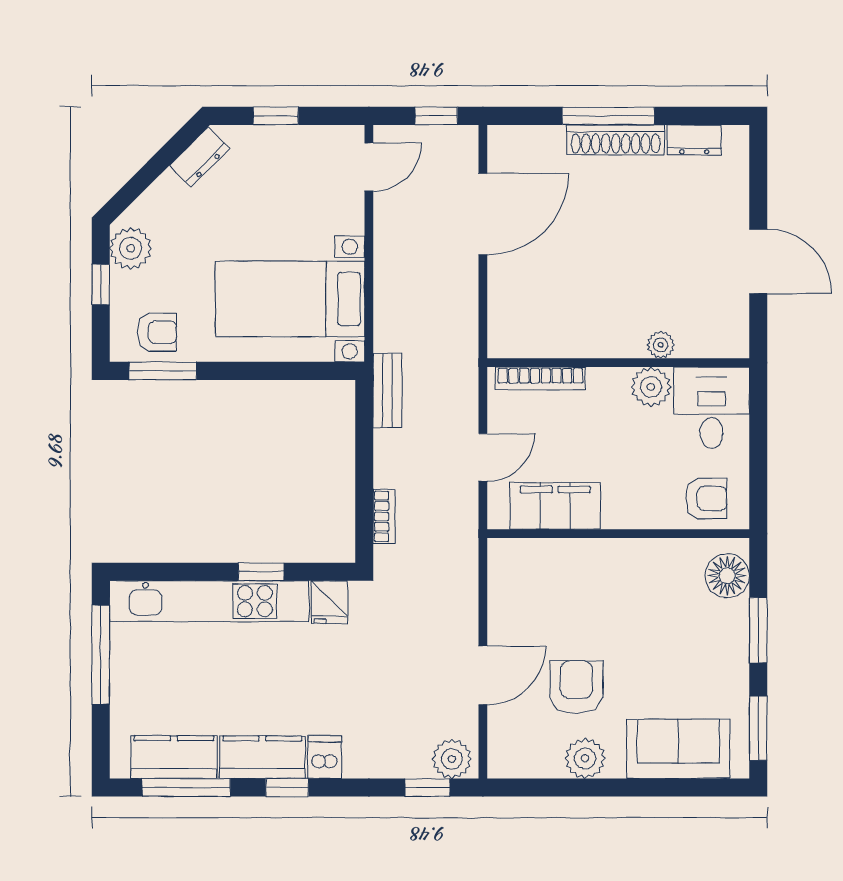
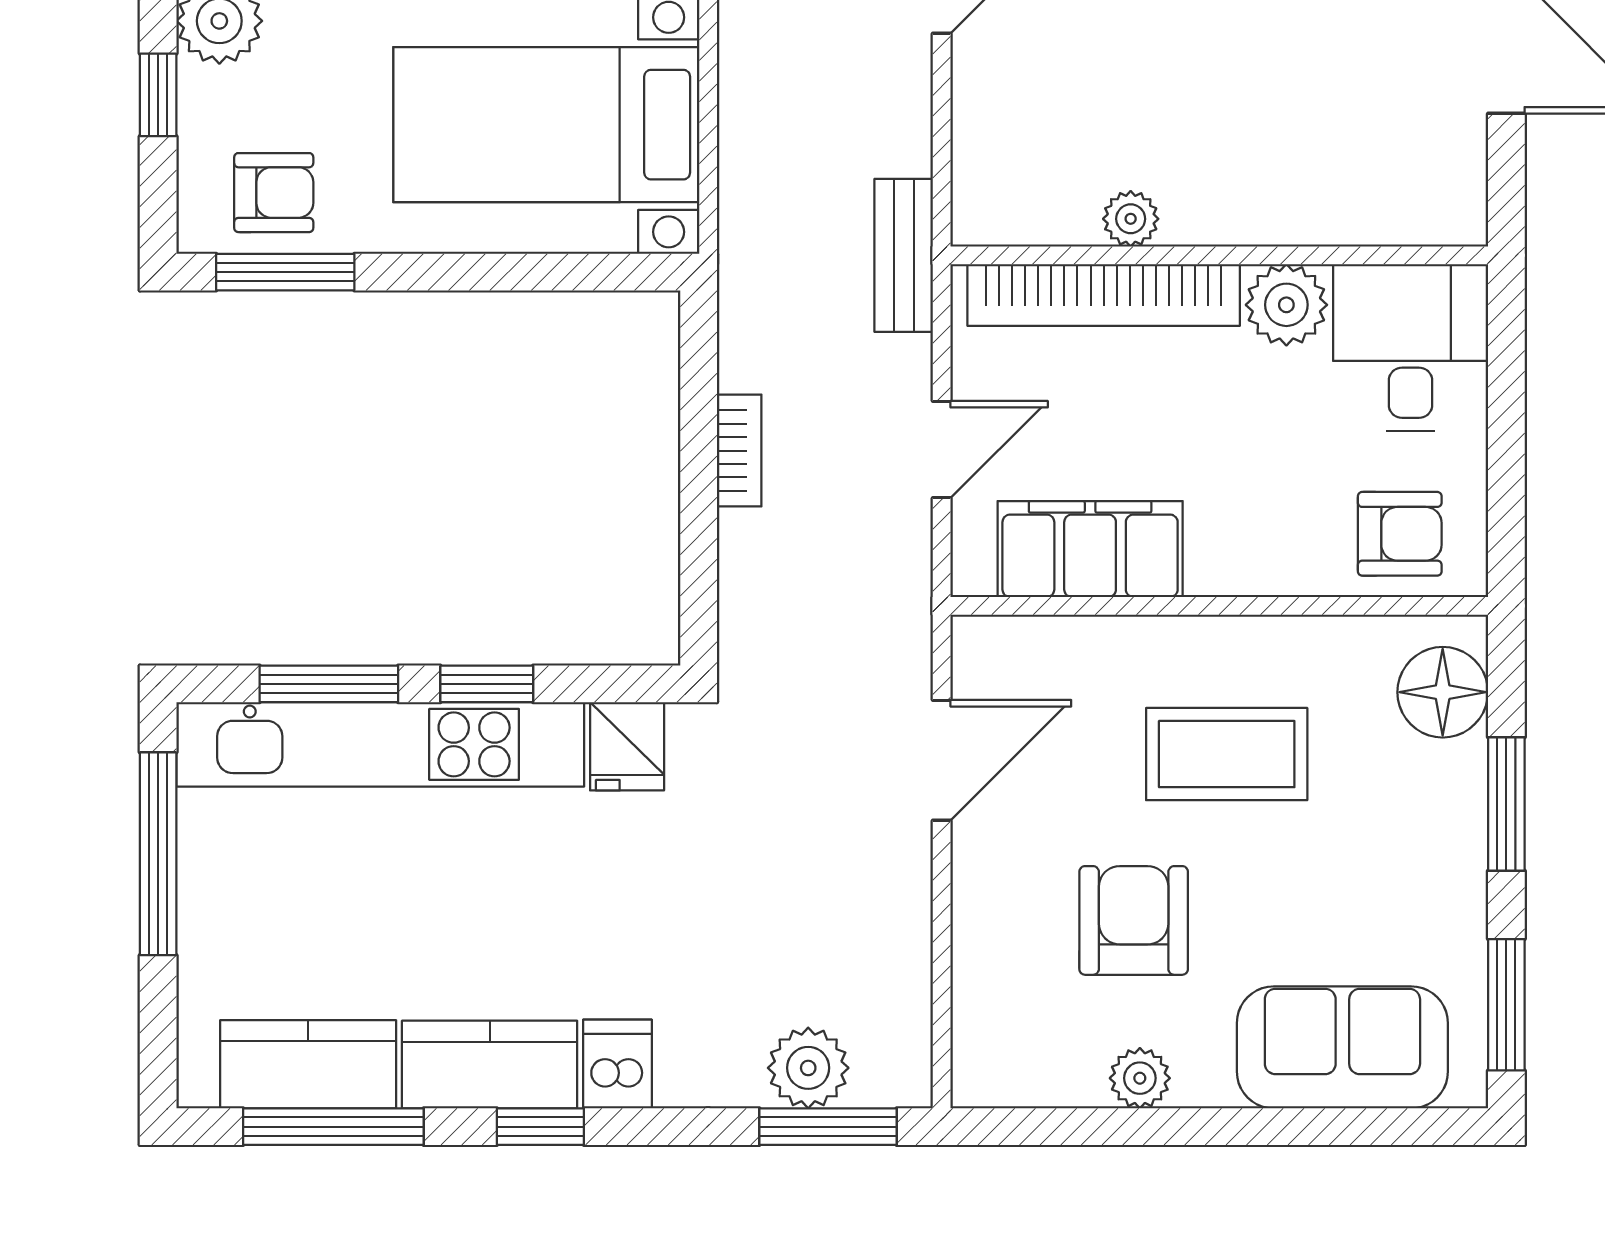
plant: (661, 345) -> (1131, 219), moved
bookcase: (540, 378) -> (1104, 295), width x1.48, depth x1.31
bench: (387, 390) -> (904, 255), moved
bookcase: (384, 516) -> (739, 451), moved
window: (184, 572) -> (329, 684), added
coffee table: (622, 606) -> (1227, 754), added
door: (483, 675) -> (942, 760), moved
plant: (585, 758) -> (1140, 1078), width x0.73, depth x0.73
plant: (452, 759) -> (808, 1068), moved
window: (427, 788) -> (828, 1127), width x1.50

